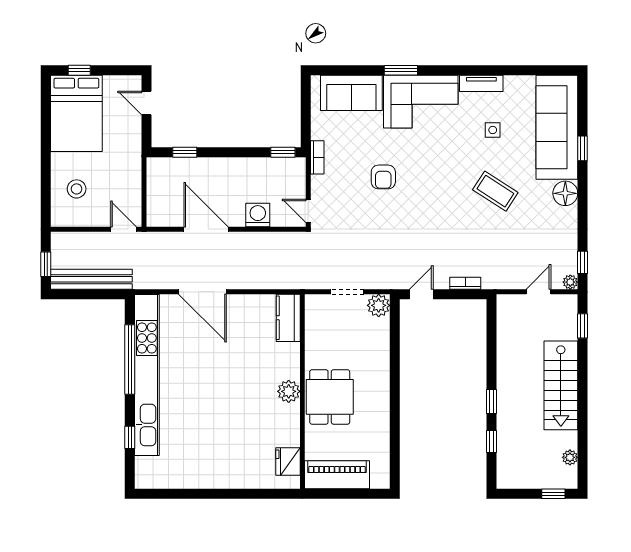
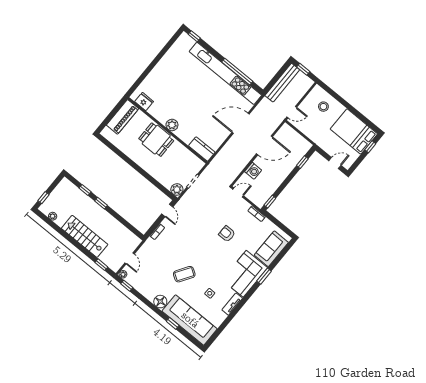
window: (130, 437) -> (194, 36), moved

